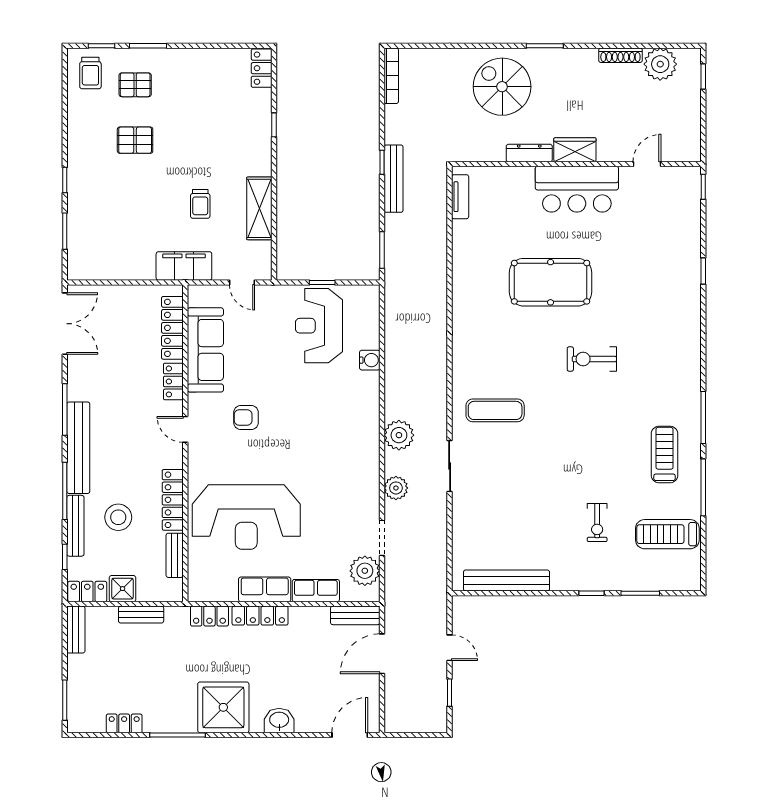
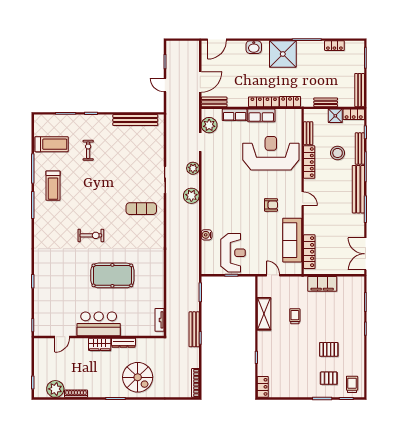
filing cabinet: (184, 266) -> (322, 284), moved
locker: (173, 381) -> (309, 224), removed
bench: (76, 630) -> (360, 90), width x1.36

